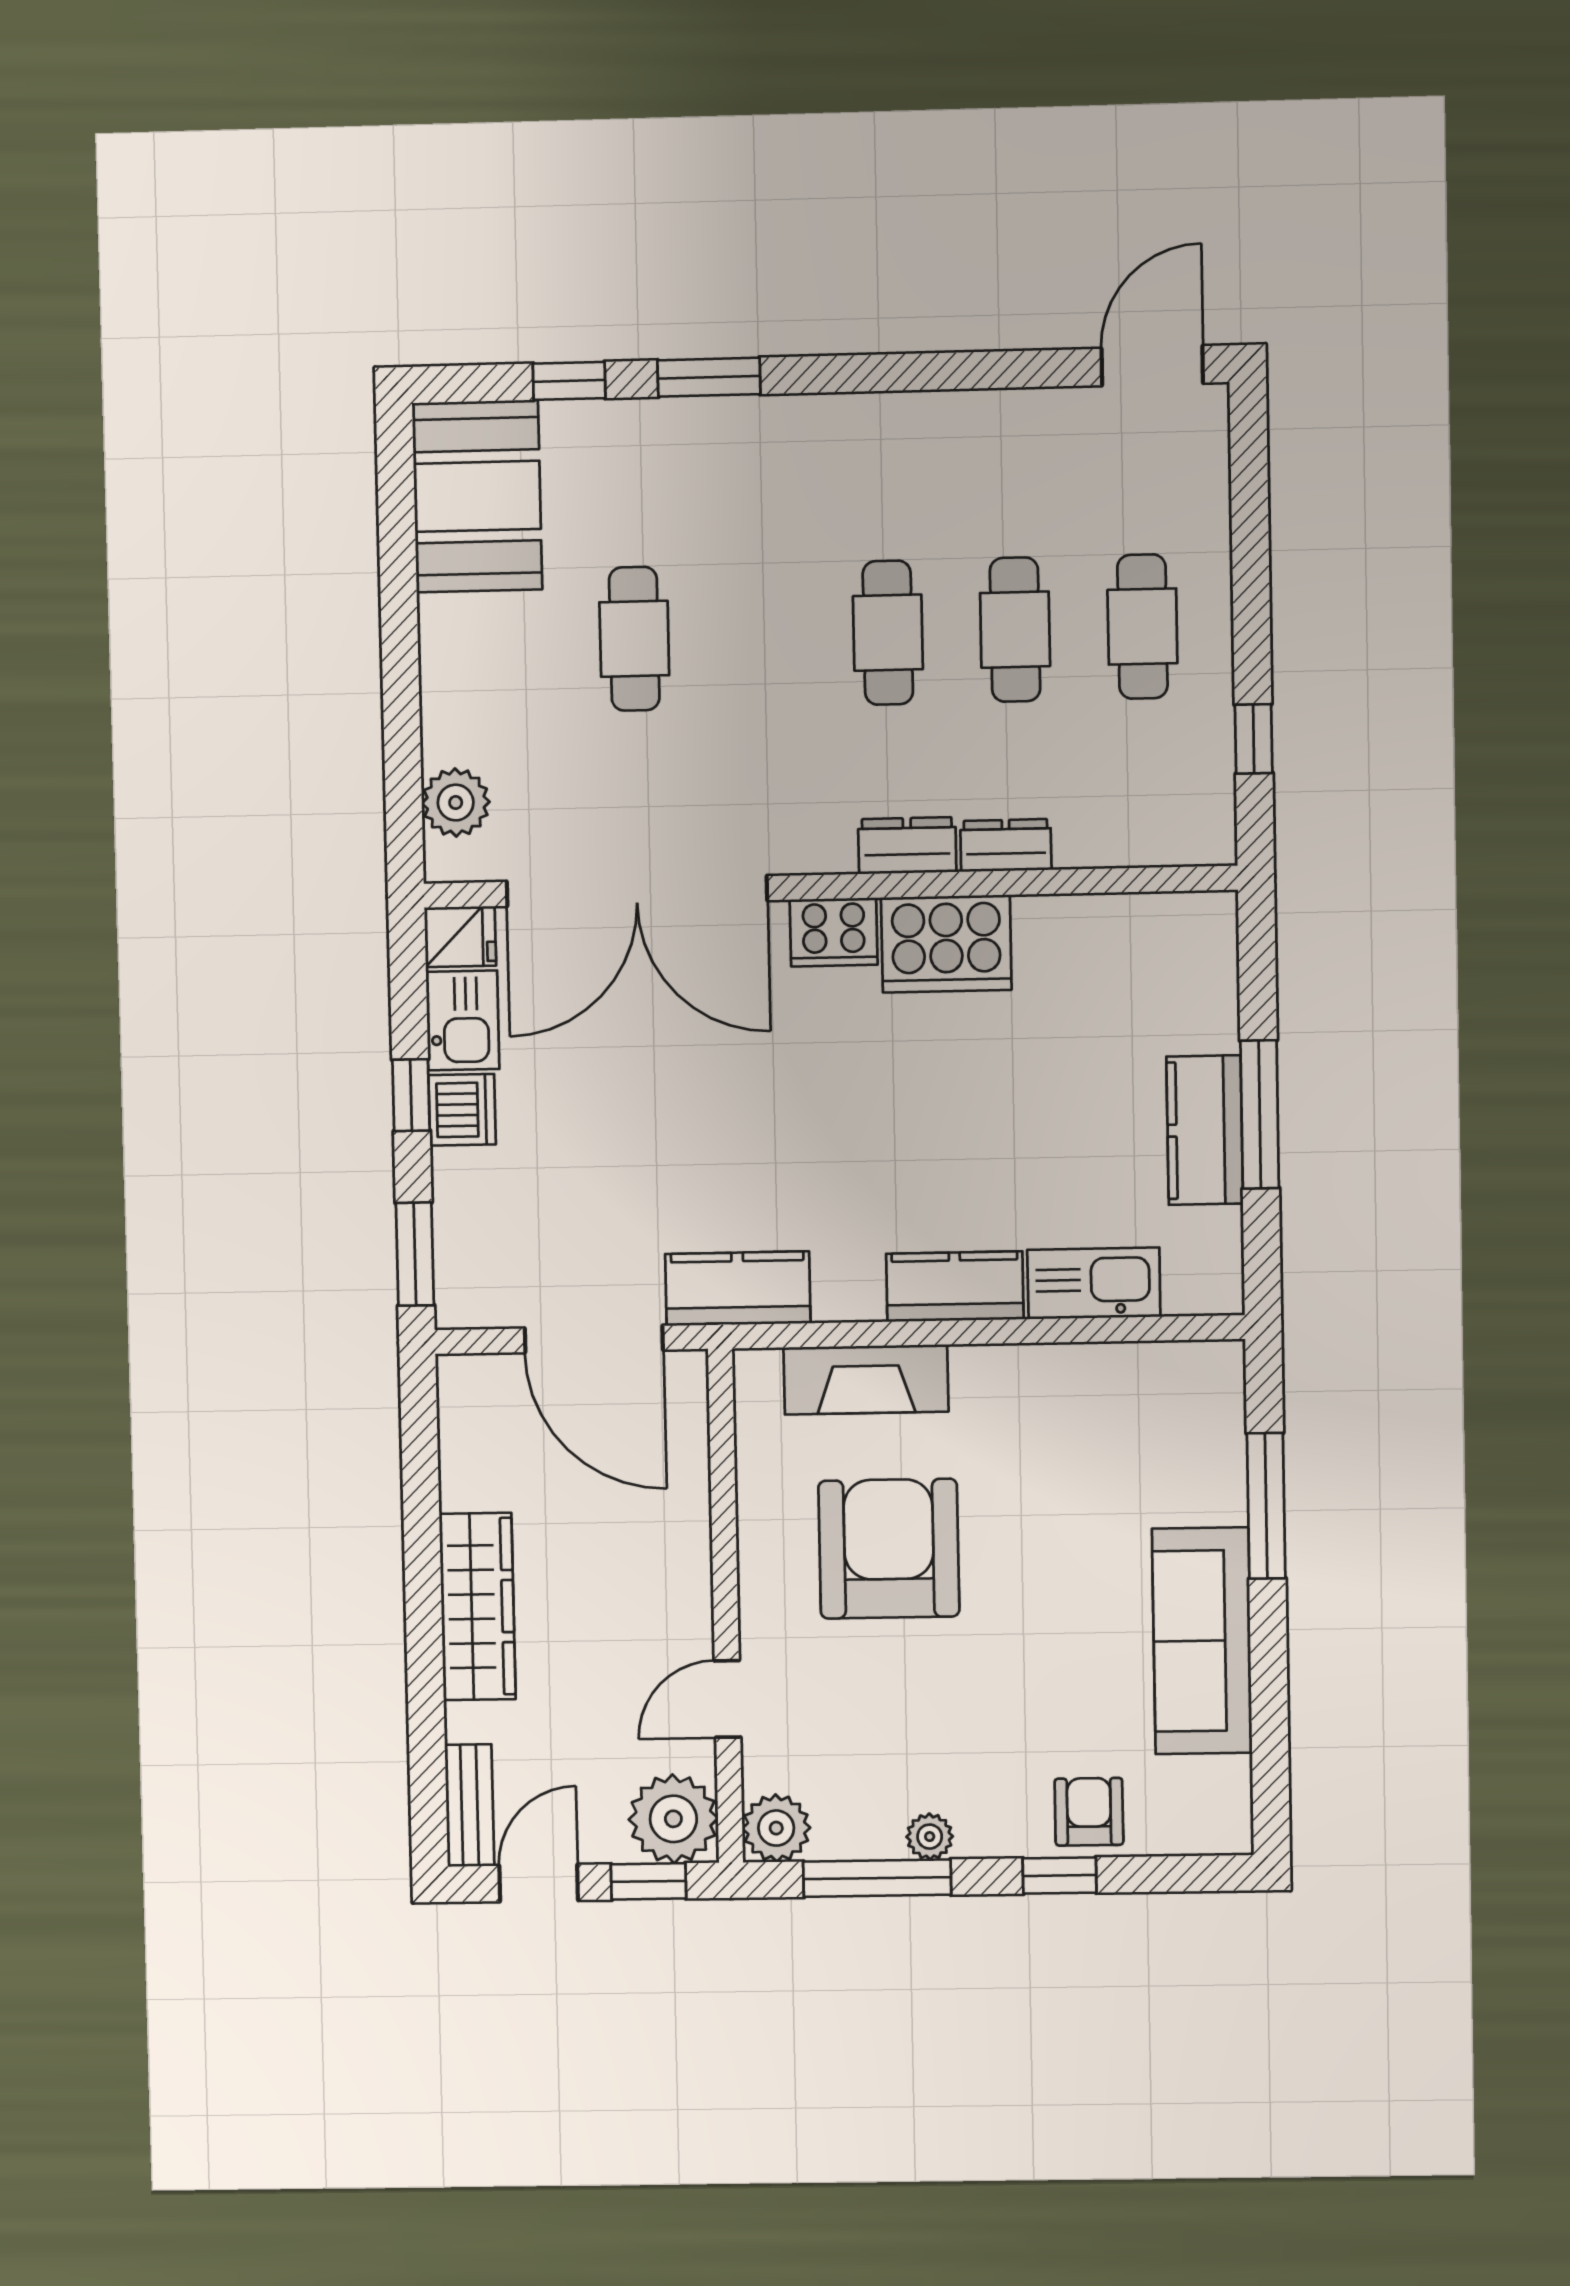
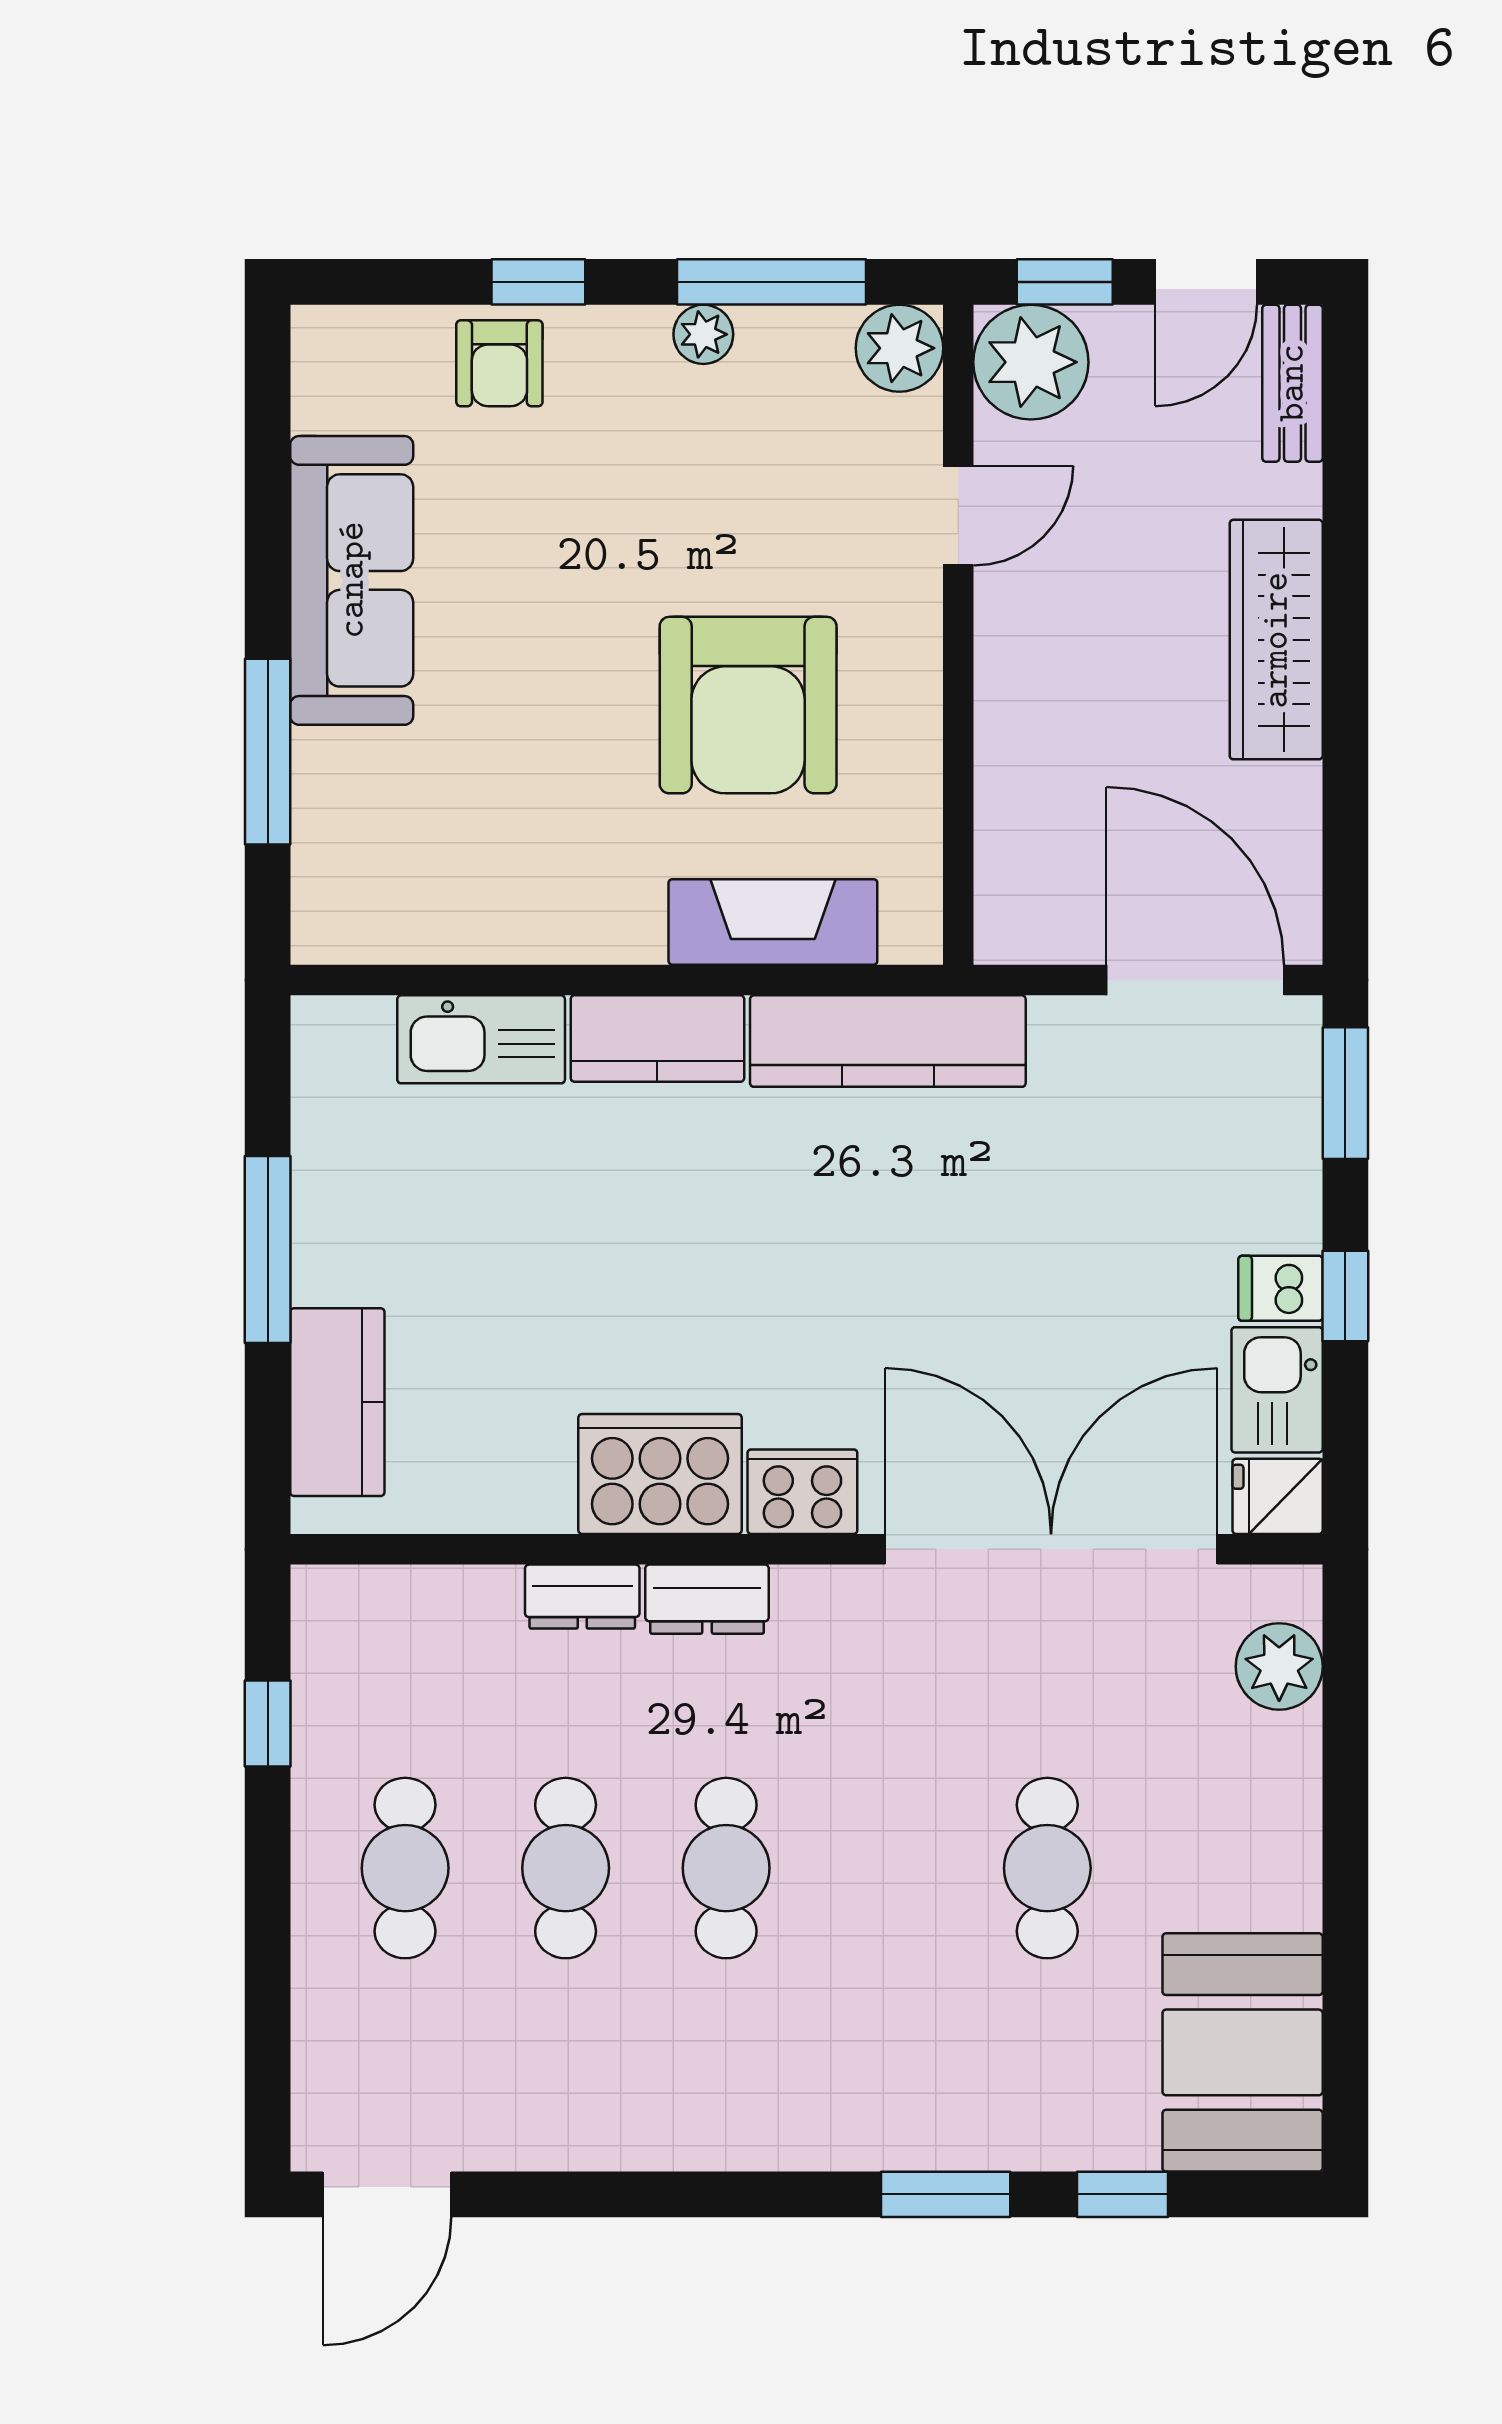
dishwasher: (462, 1110) -> (1280, 1288), width x0.73
kitchen counter: (1205, 1130) -> (337, 1402), moved
kitchen counter: (738, 1289) -> (888, 1041), width x1.50
door: (594, 1339) -> (1195, 980), moved

